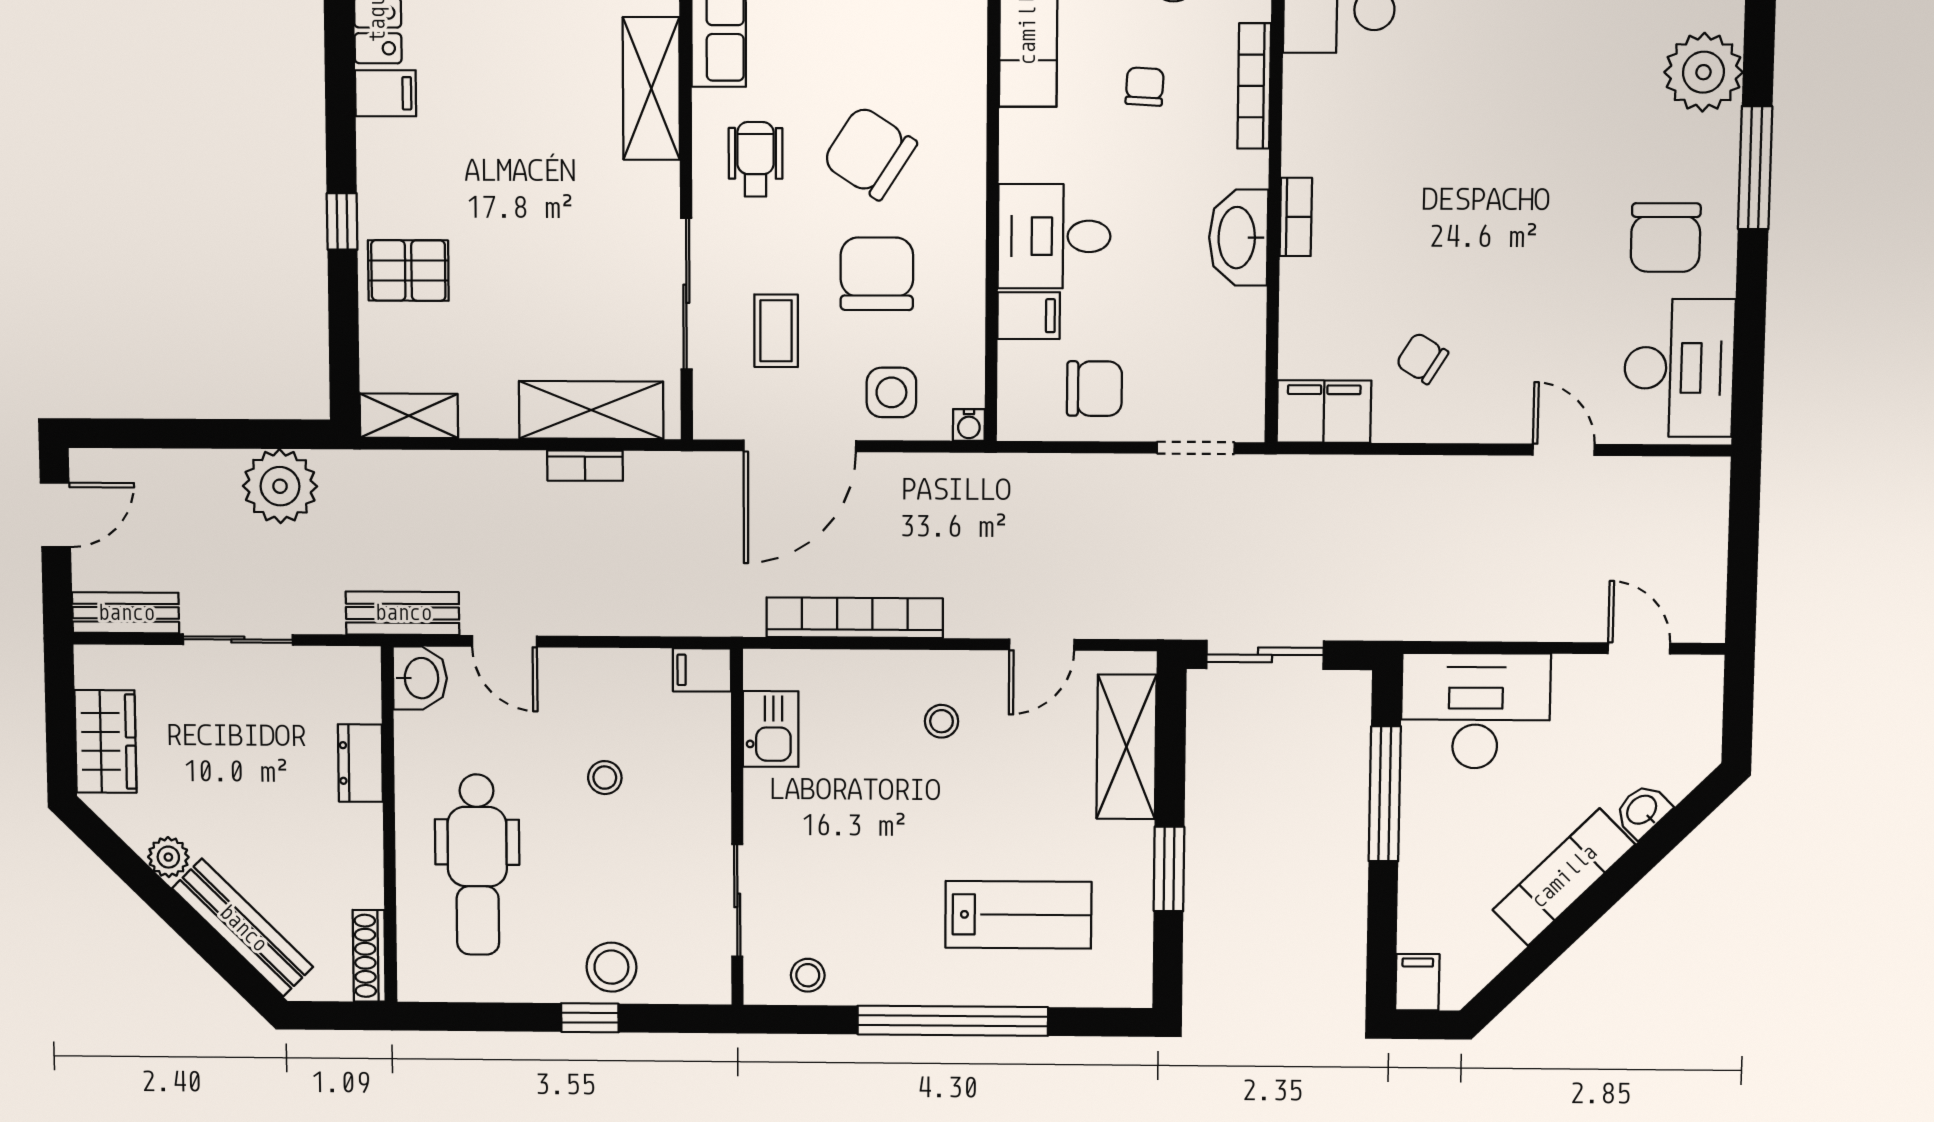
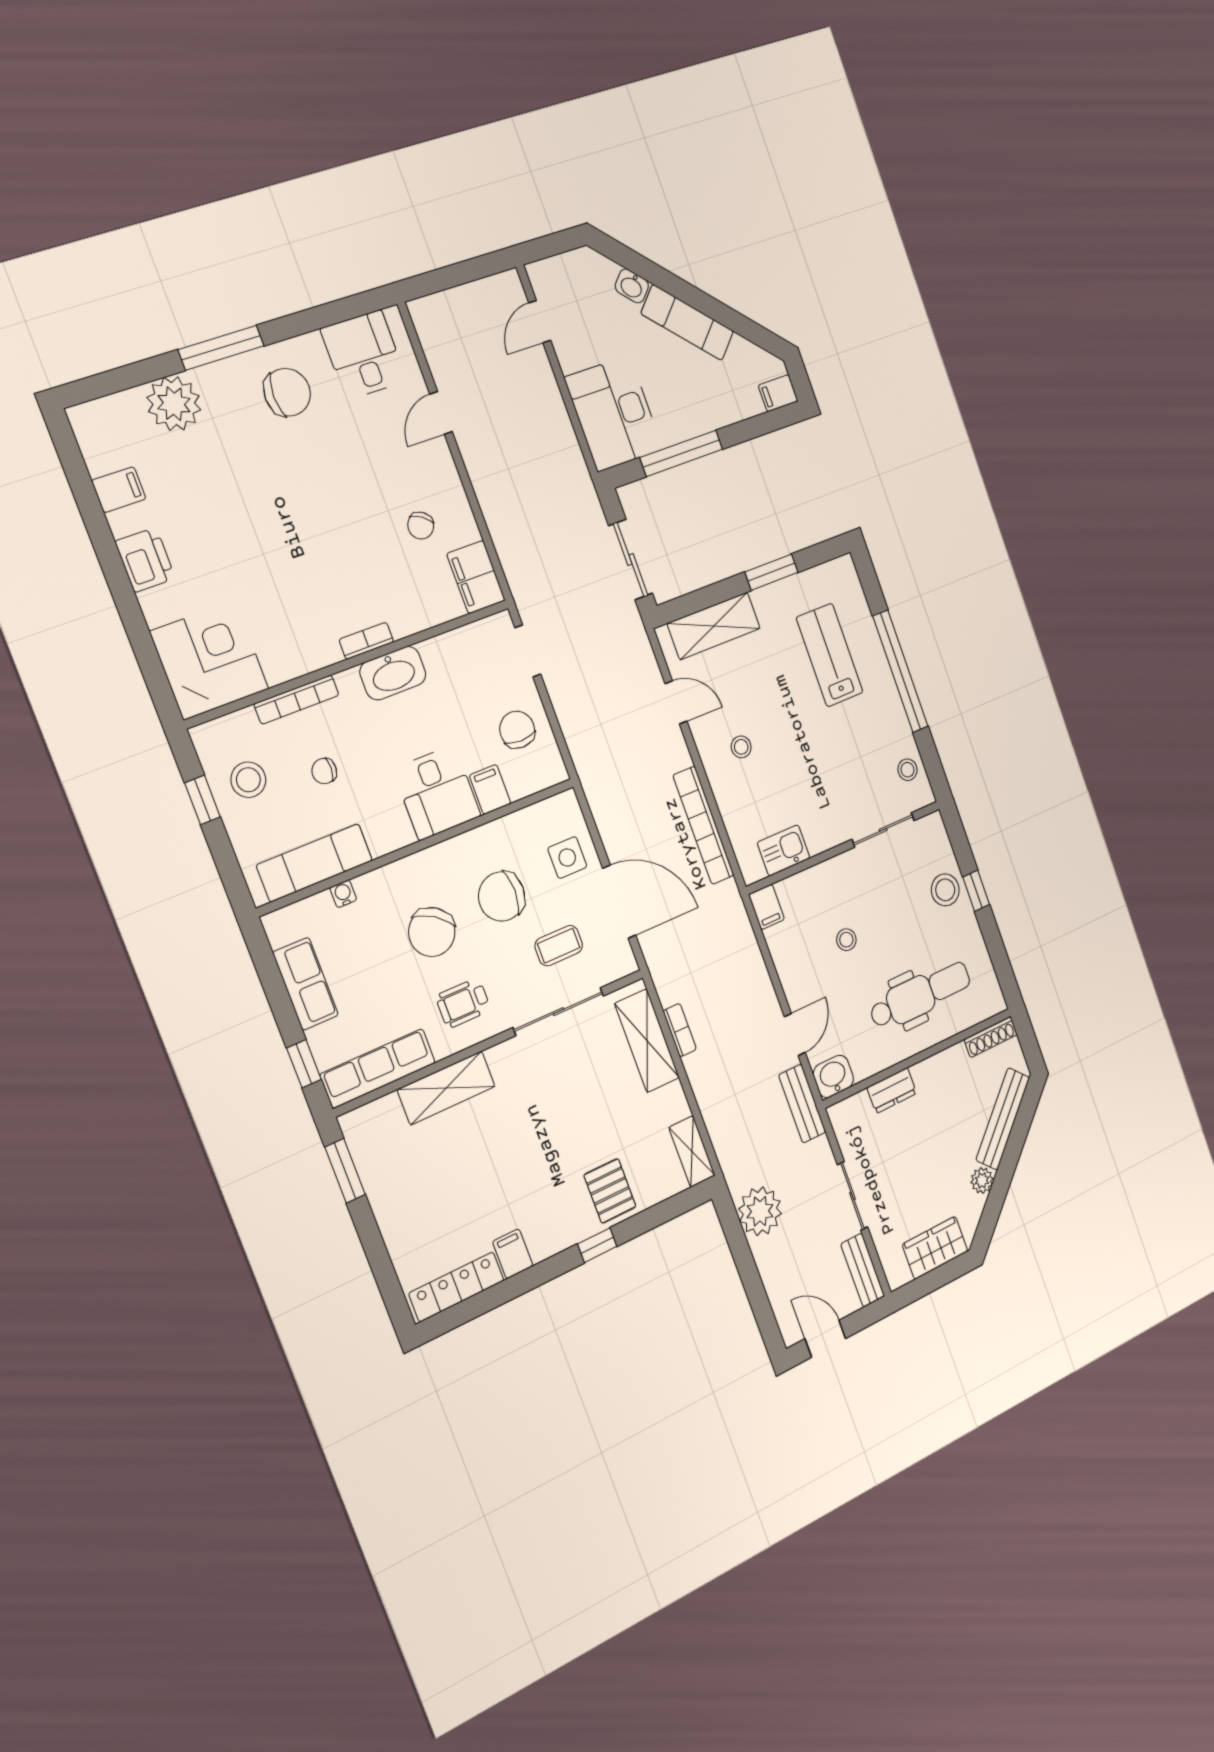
desk: (1679, 368) -> (364, 355), width x0.73
water cooler: (969, 425) -> (343, 894), moved, turned -90

